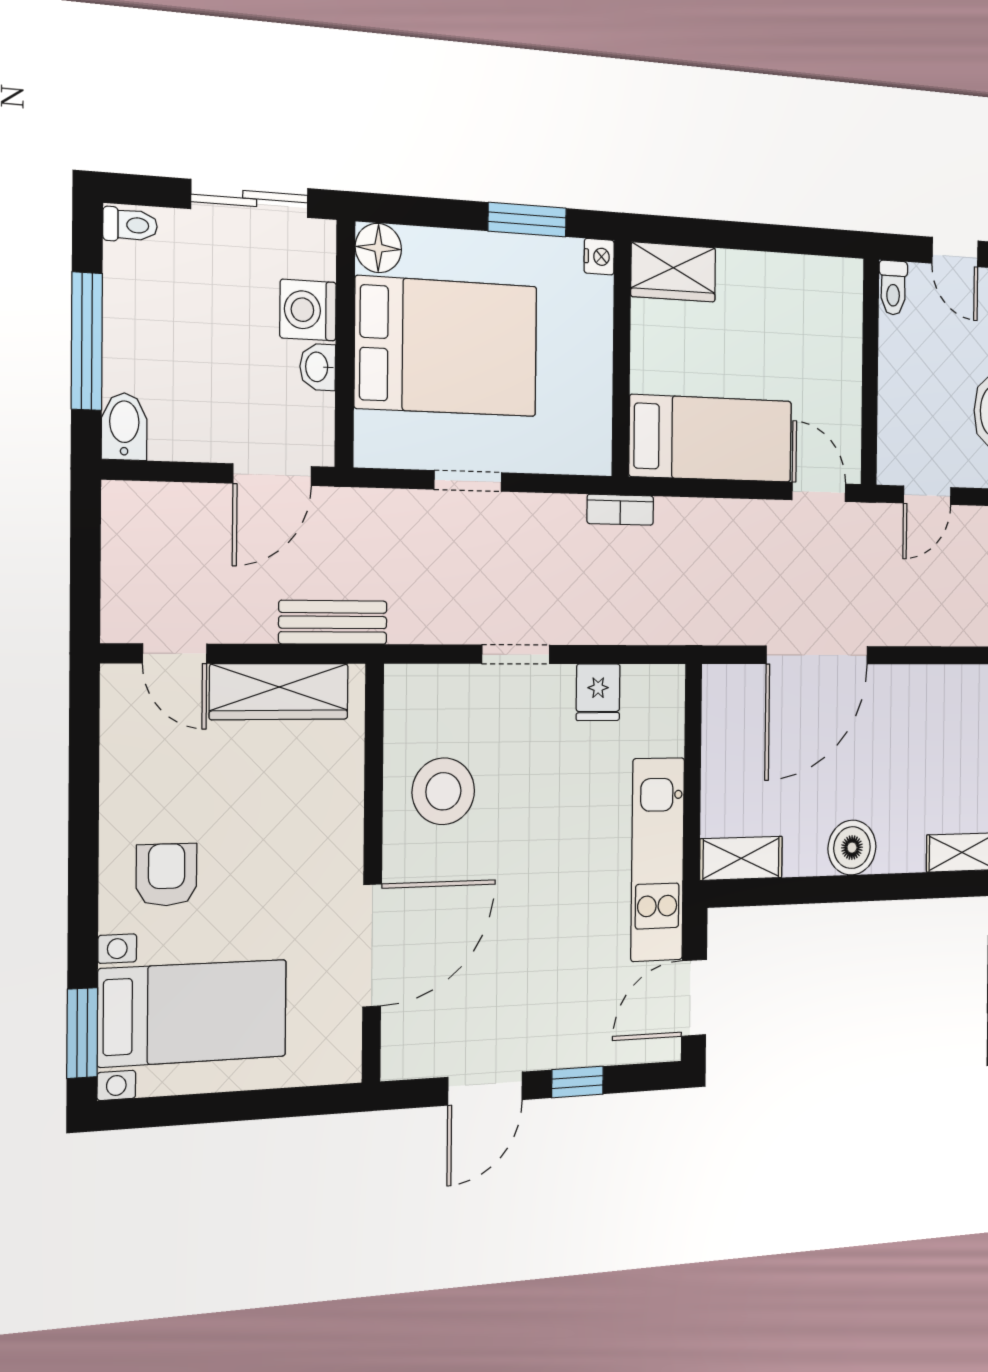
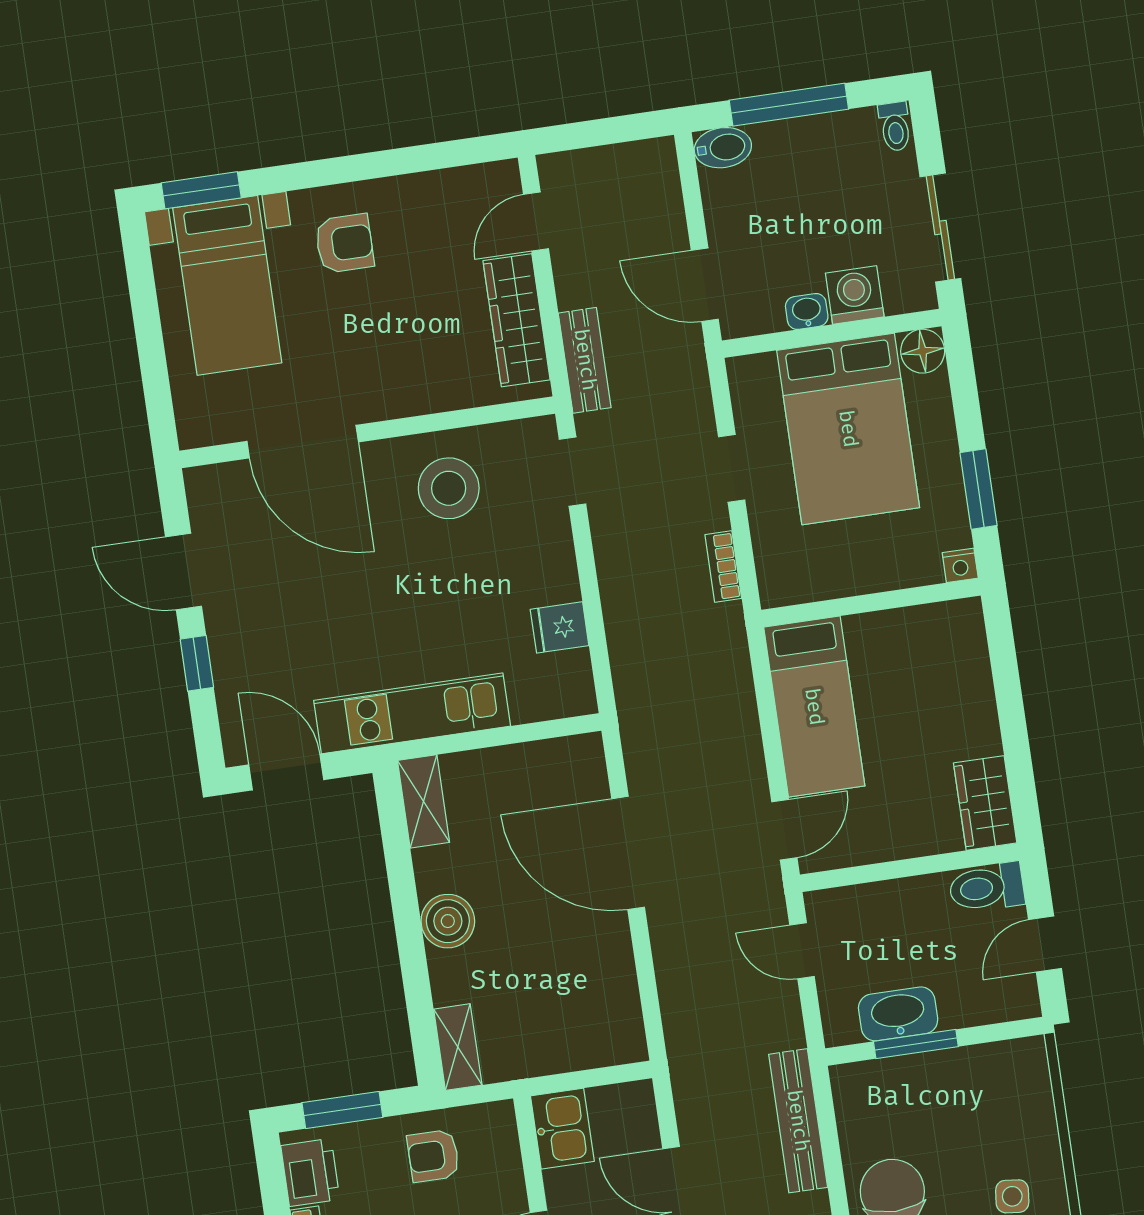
wardrobe: (673, 272) -> (985, 803), moved
toilet: (893, 288) -> (987, 887), width x1.37, depth x1.39
bookcase: (620, 510) -> (723, 567), moved
doorway: (516, 654) -> (572, 472), moved

